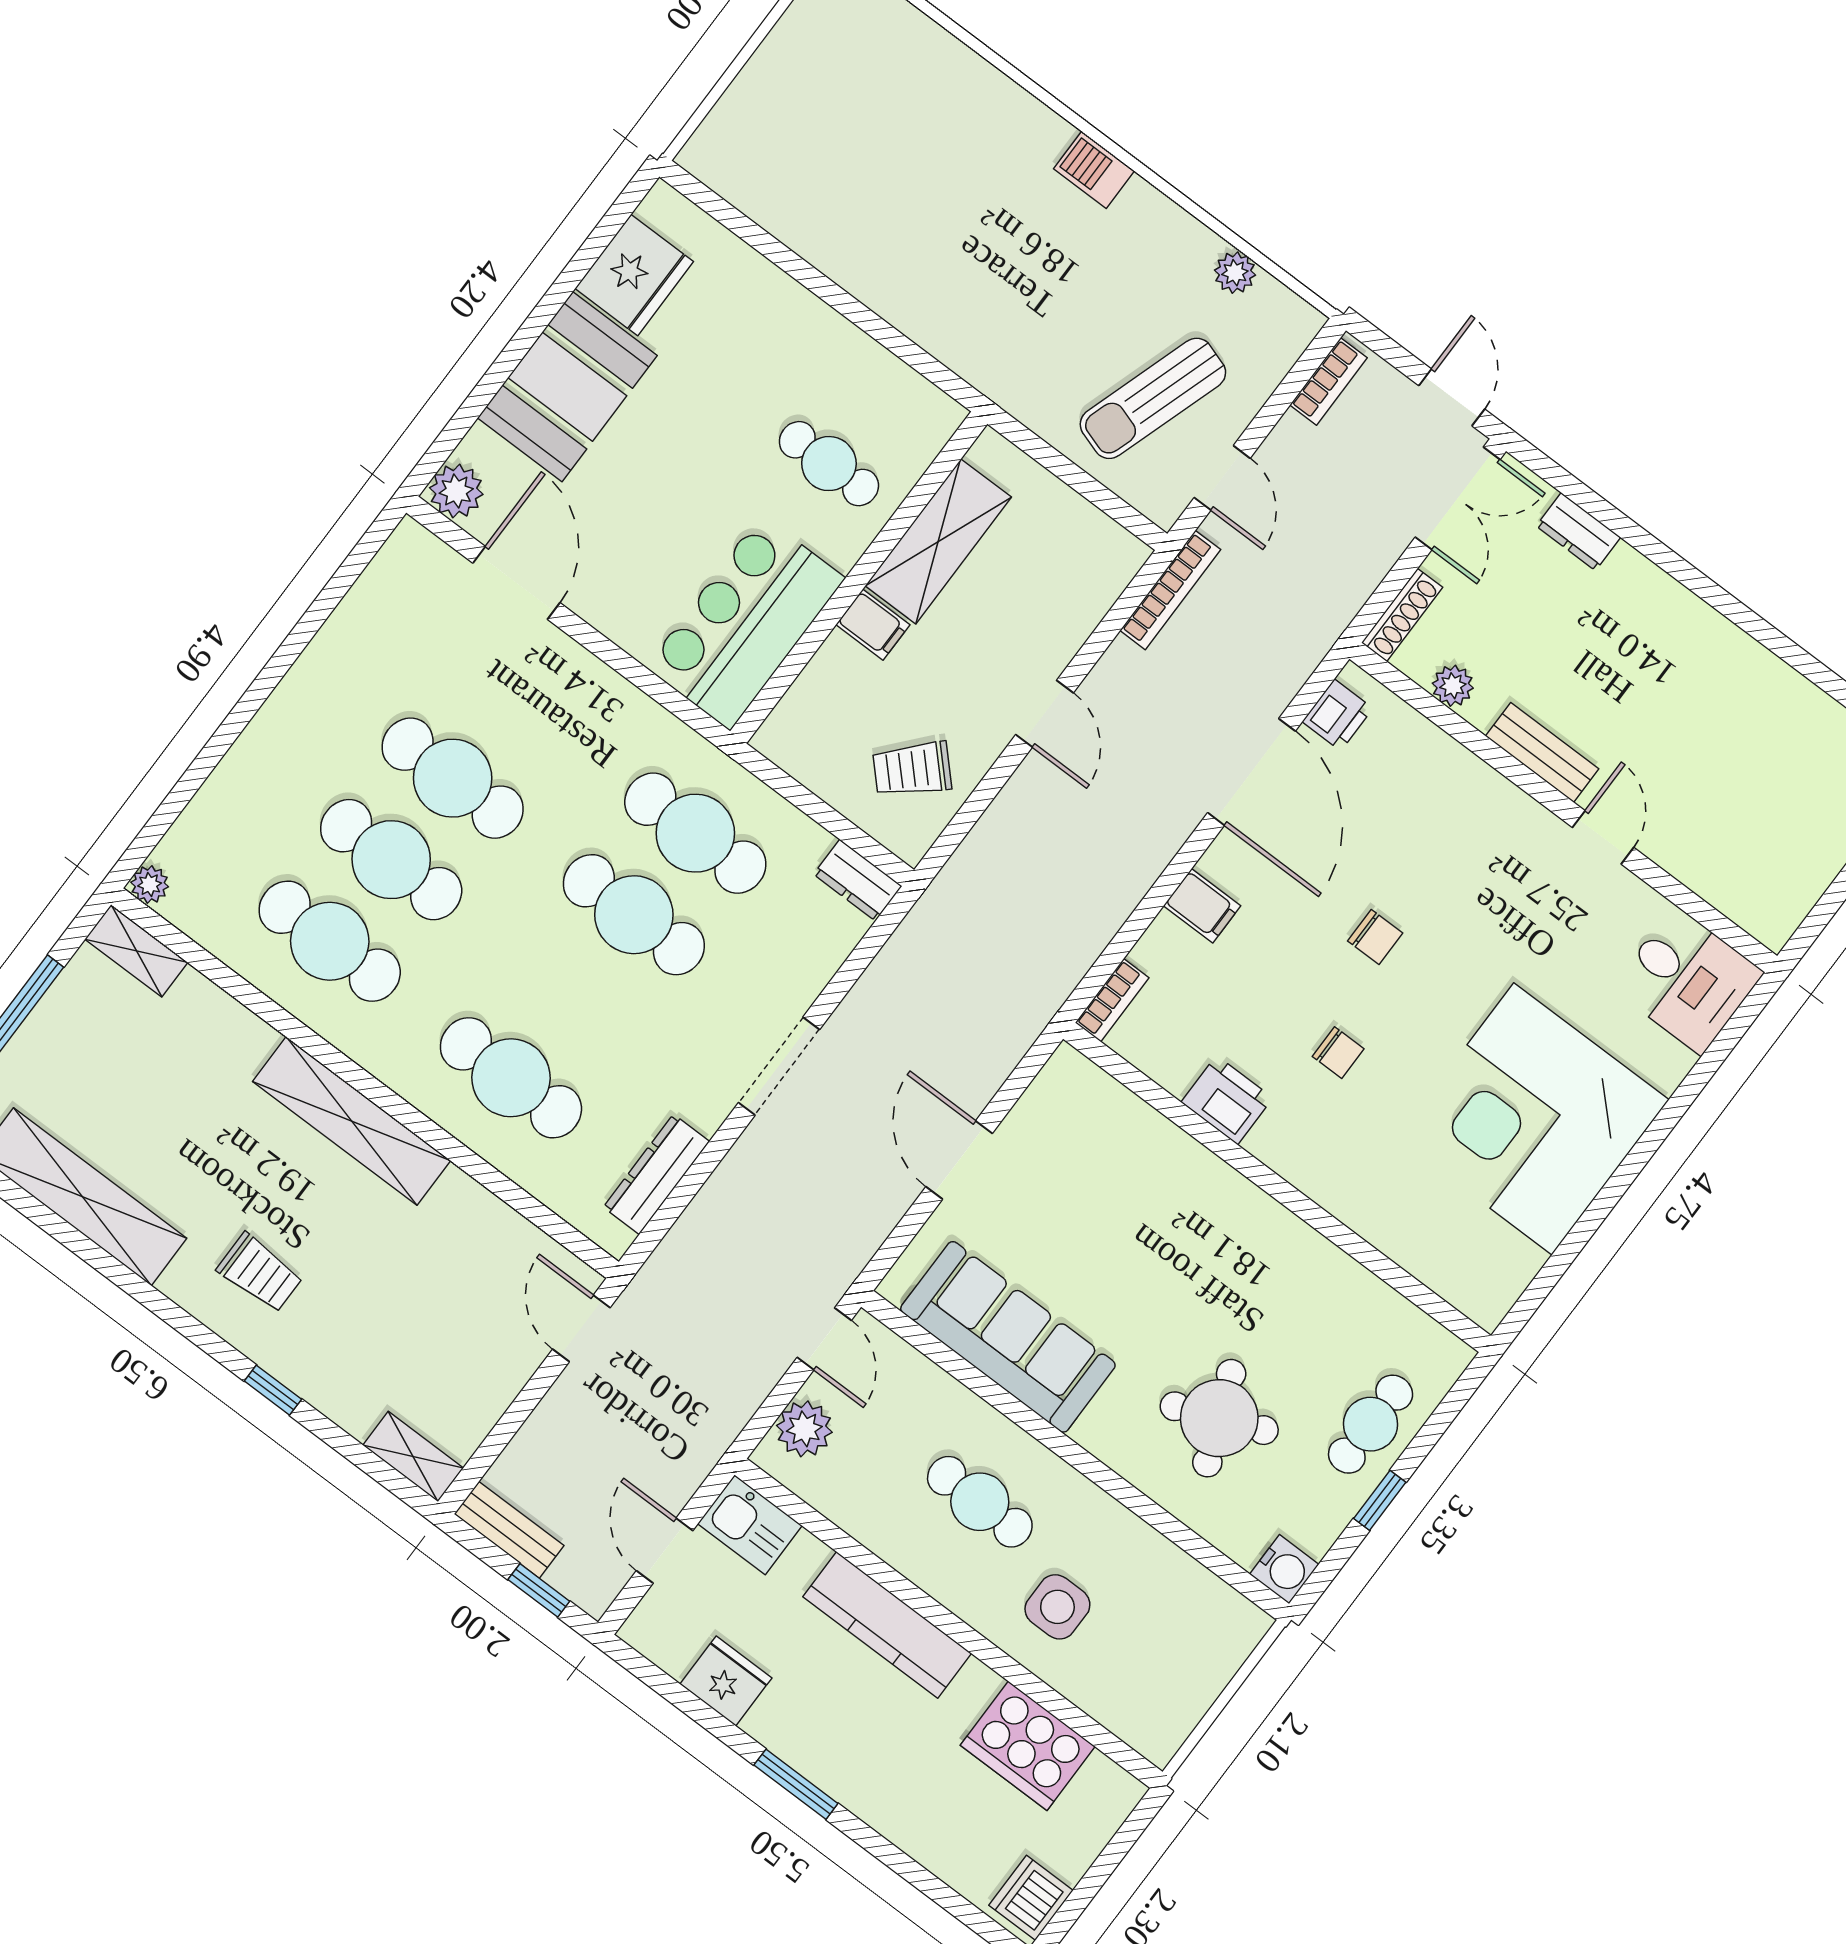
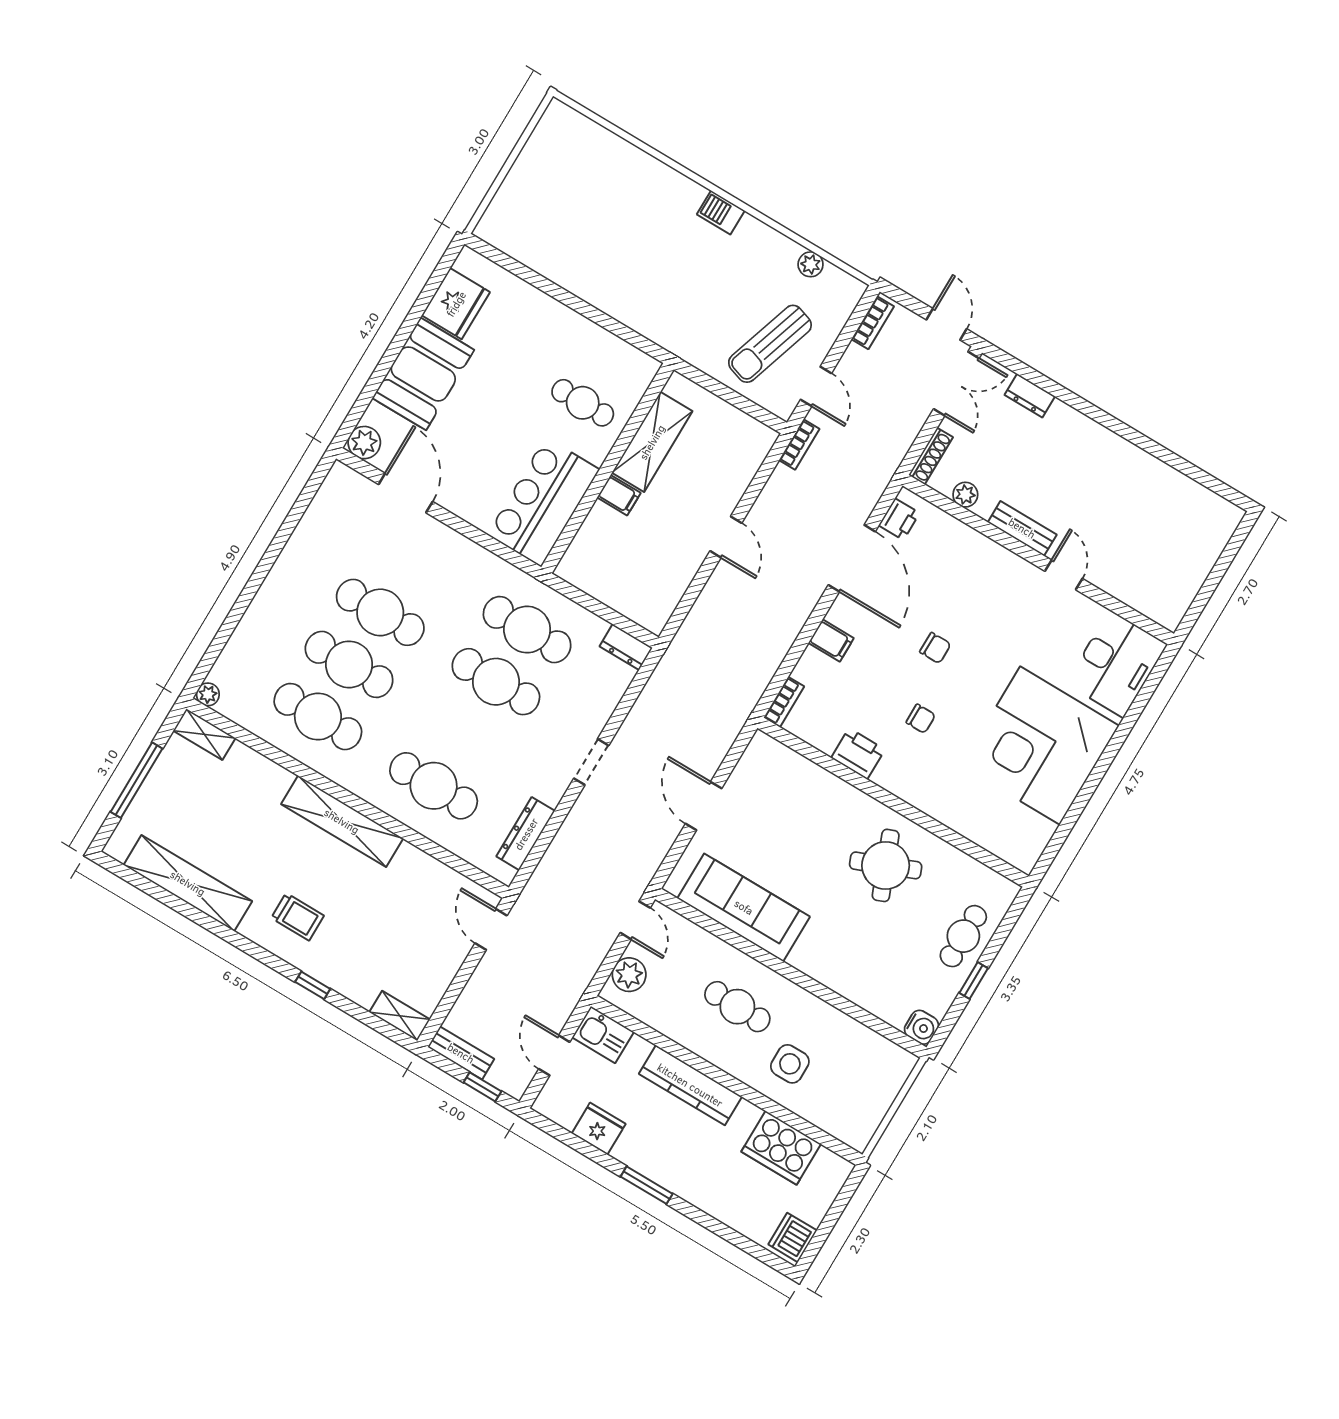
bookcase: (1170, 590) -> (799, 444), width x0.64
trolley: (912, 769) -> (651, 578), removed
desk: (1688, 980) -> (1117, 664), width x1.37
doorway: (779, 1066) -> (591, 762), width x0.73
round table: (1219, 1418) -> (886, 865), moved

